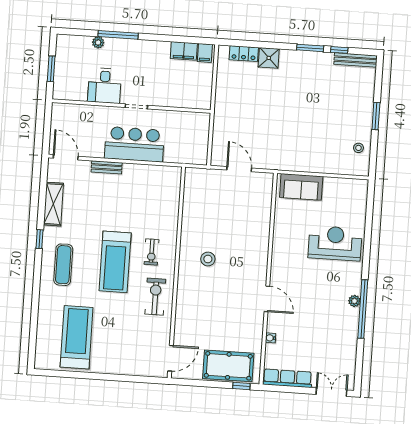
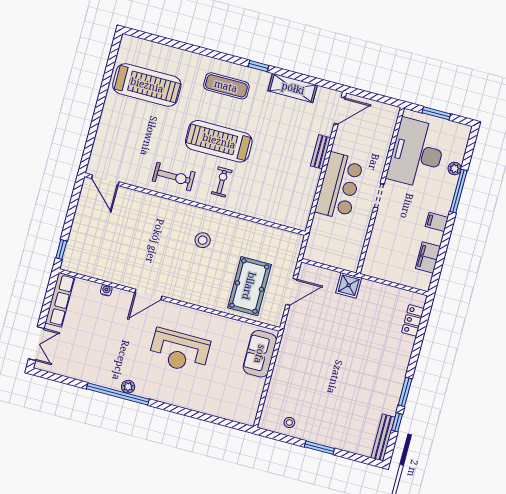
filing cabinet: (205, 53) -> (437, 222), moved
shower: (269, 58) -> (349, 285), moved
desk: (105, 86) -> (417, 153), width x1.87, depth x1.30
reception desk: (335, 243) -> (179, 351), moved, turned 90
exercise bike: (152, 252) -> (222, 182), turned 90
pool table: (228, 366) -> (249, 286), moved

